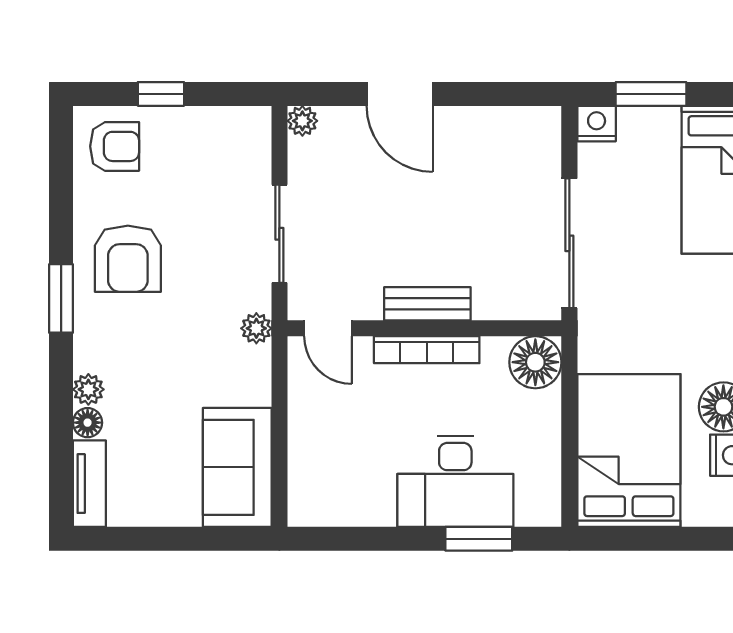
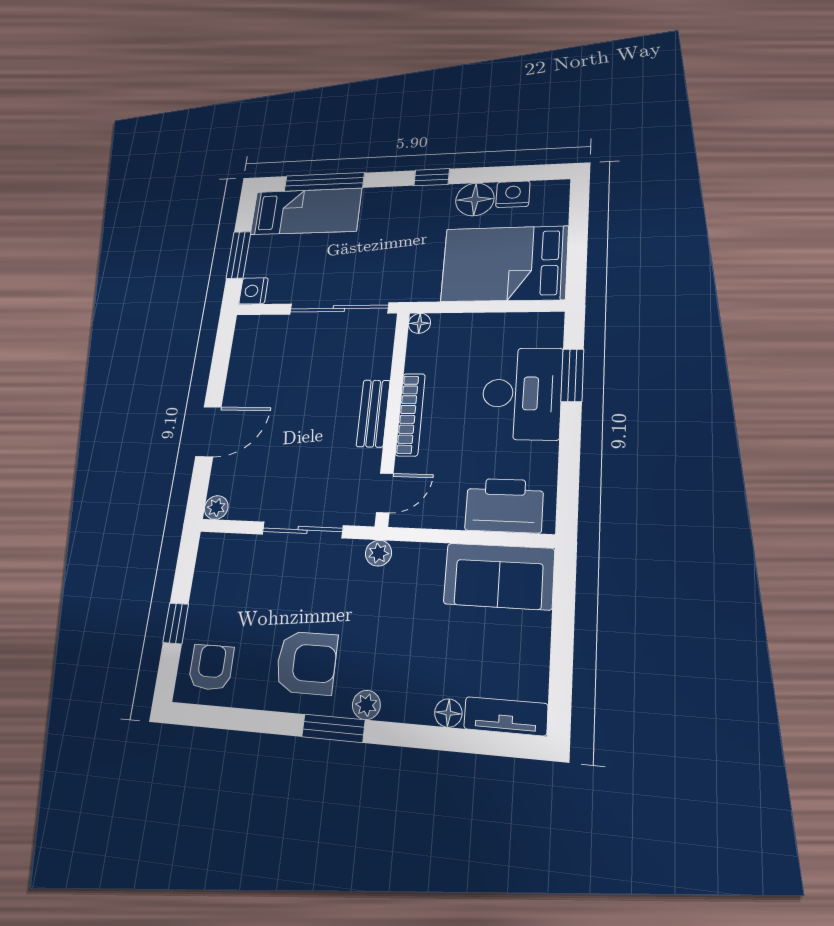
floor lamp: (535, 362) -> (419, 323), width x0.53, depth x0.53
plant: (88, 389) -> (366, 705), moved
printer: (318, 468) -> (504, 505), added

